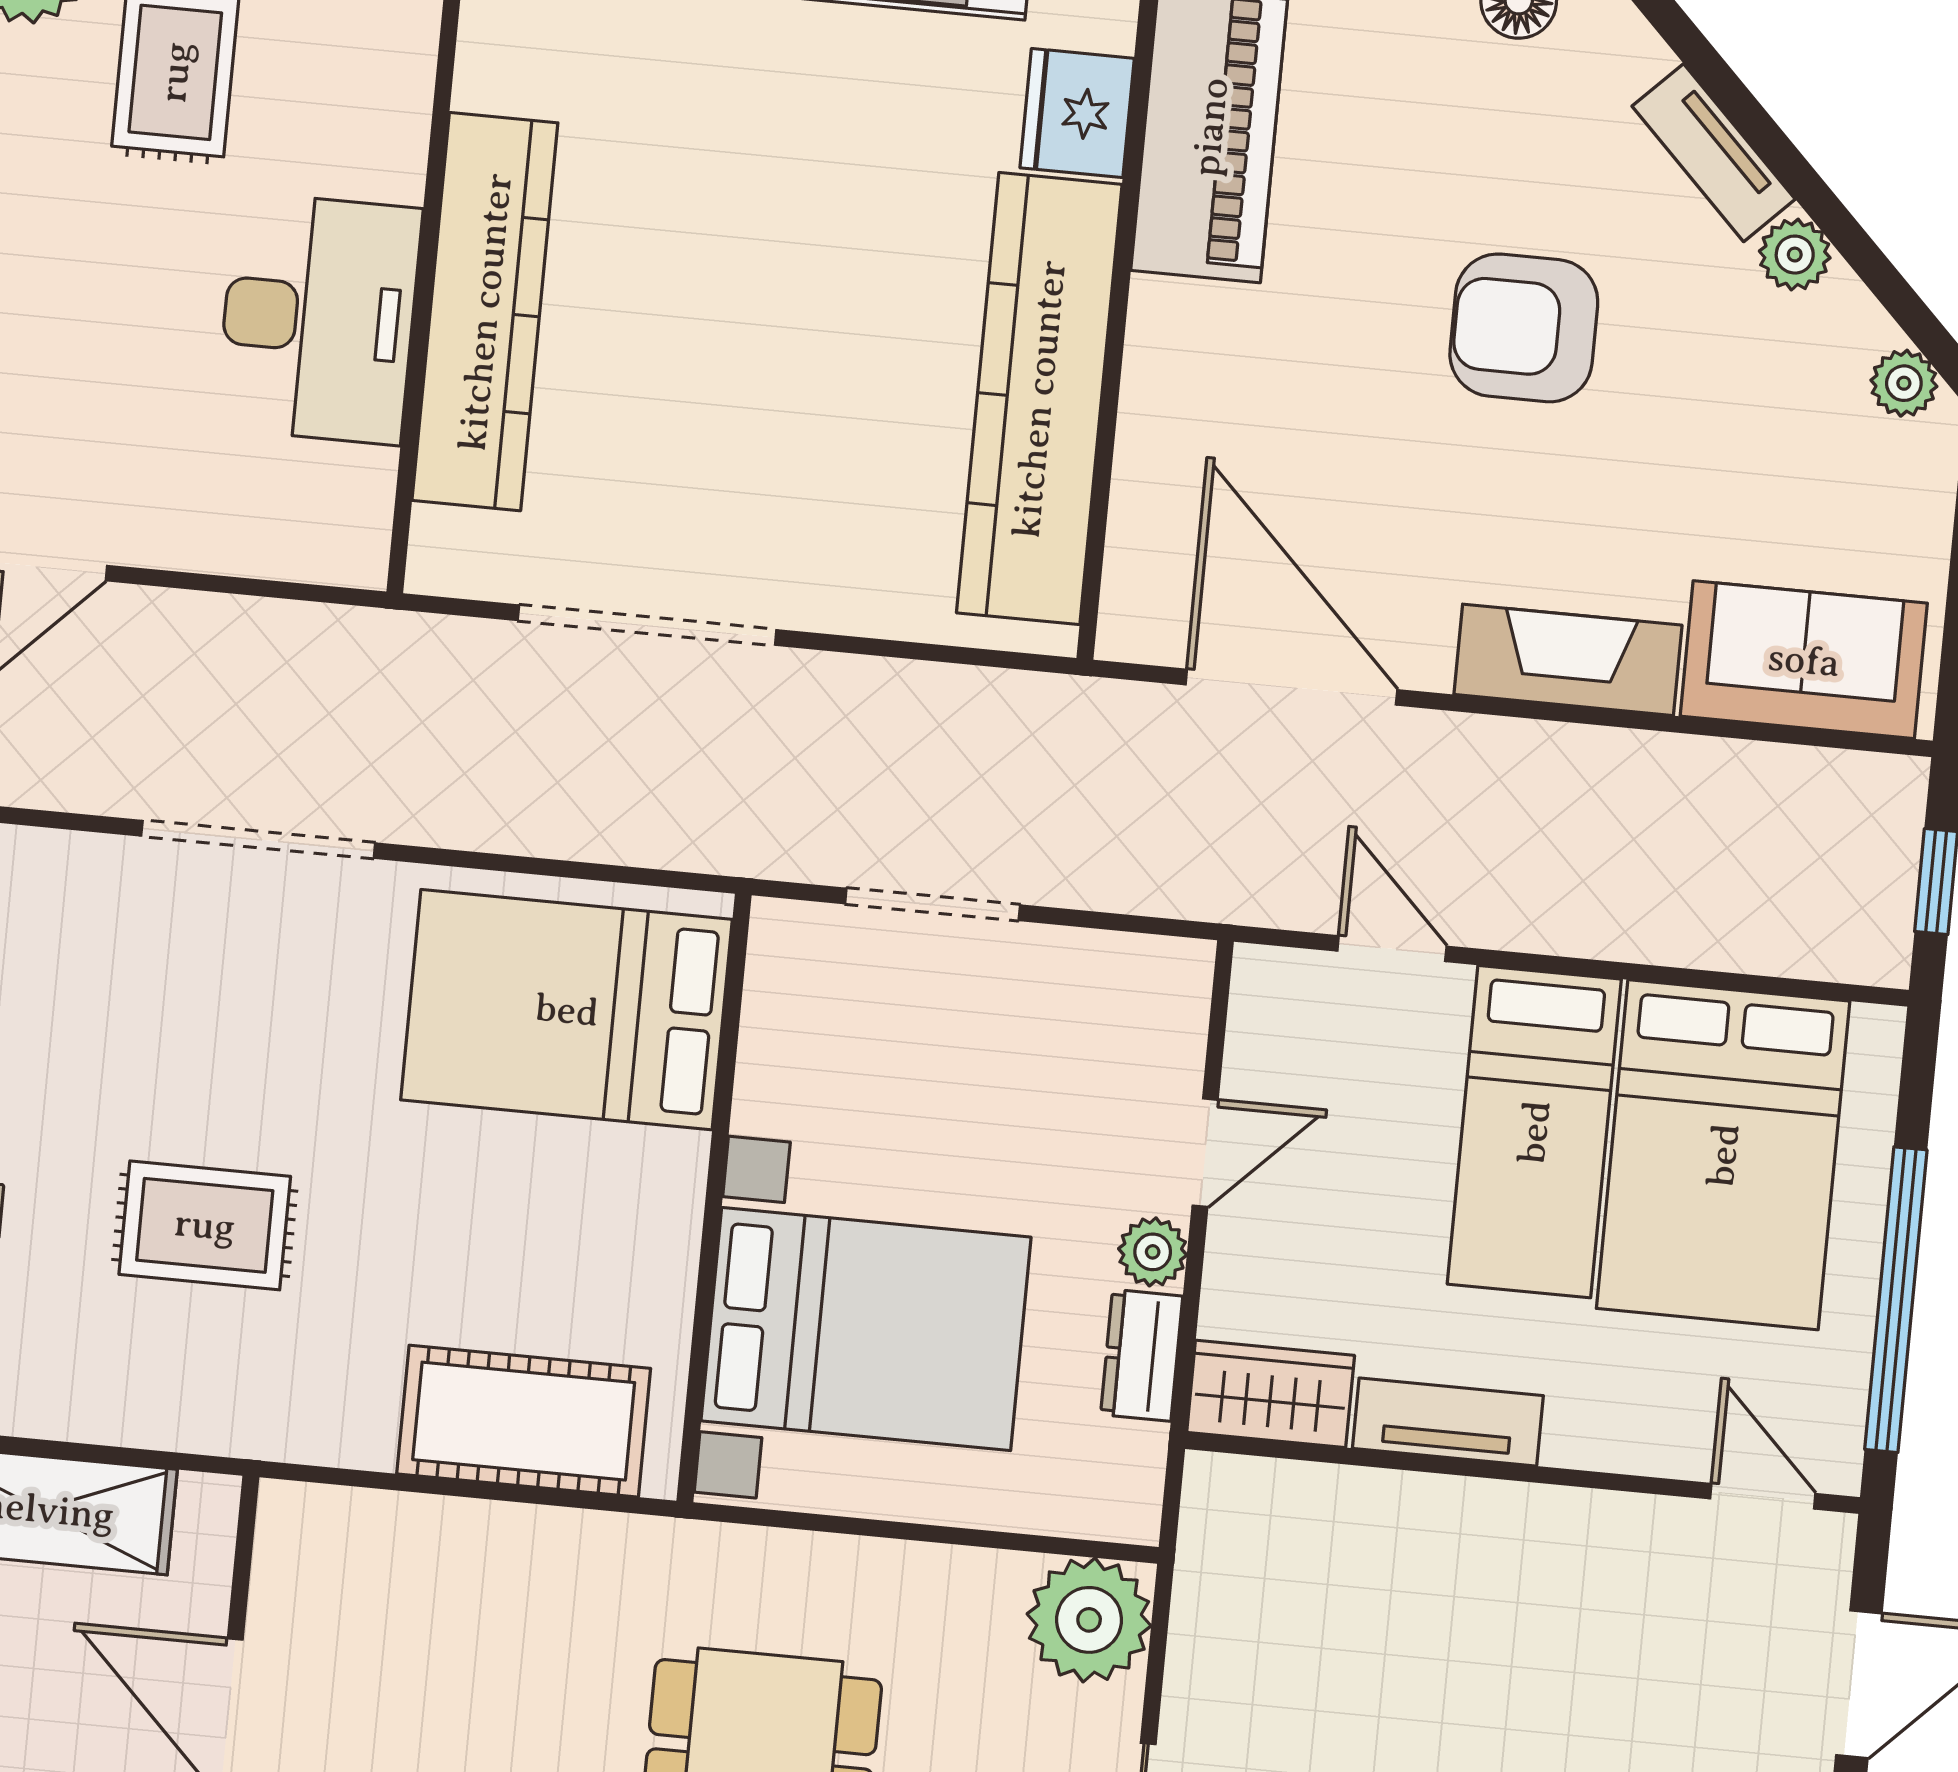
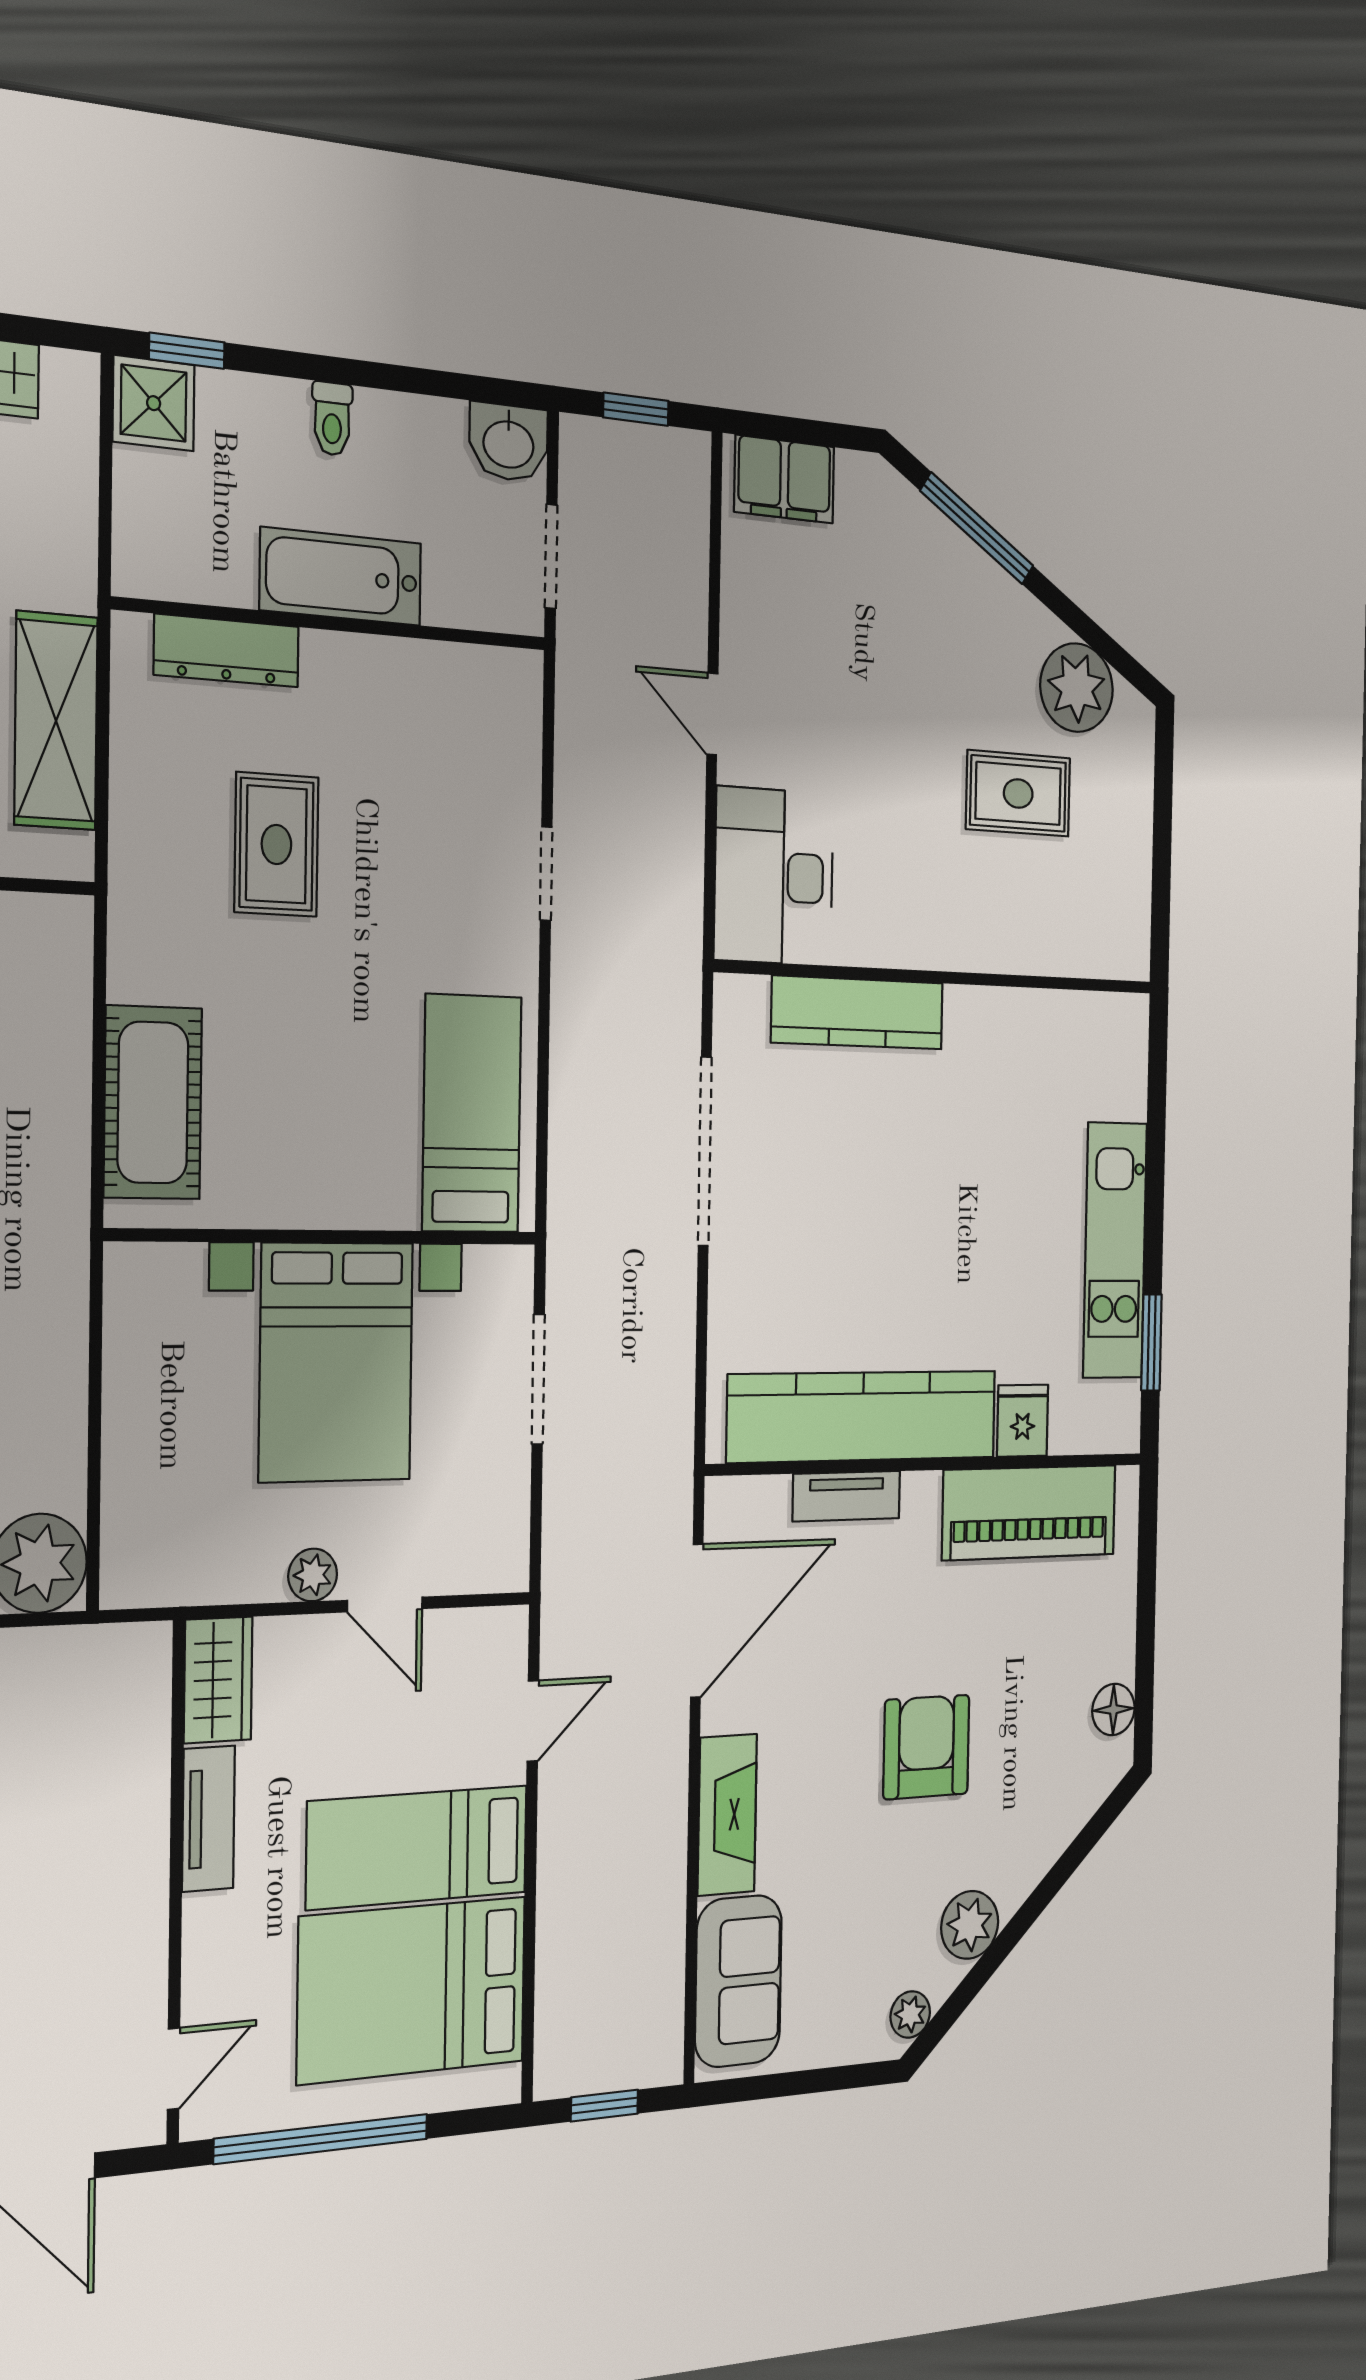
fridge: (1077, 113) -> (1023, 1421), width x0.72
tv unit: (1714, 153) -> (847, 1496), moved, turned -135
plant: (1795, 255) -> (970, 1925), width x1.38, depth x1.38
kitchen counter: (485, 312) -> (858, 1013), width x0.72, depth x0.86
desk: (319, 318) -> (774, 876), moved, turned 90
doorway: (258, 839) -> (546, 874), width x0.53
bed: (567, 1010) -> (472, 1114), width x0.67
bed with nightstands: (866, 1329) -> (336, 1362), moved
dresser: (1142, 1355) -> (238, 1577), removed

